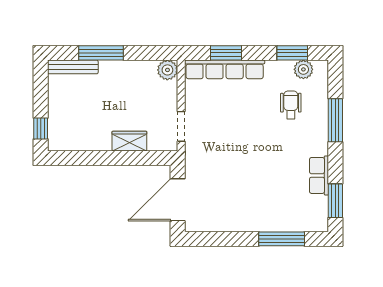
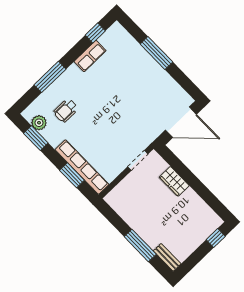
bench: (73, 67) -> (167, 257), width x0.73
plant: (167, 70) -> (114, 199), removed
window: (335, 201) -> (95, 33), width x0.67
window: (282, 239) -> (156, 53), moved

